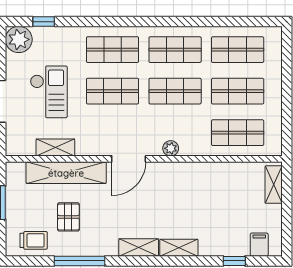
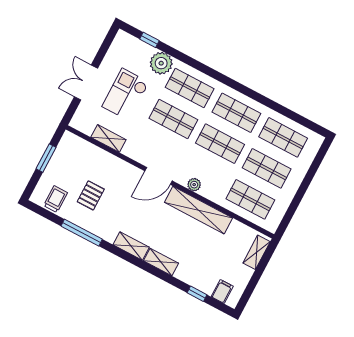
plant: (19, 39) -> (161, 63), moved
checkout: (49, 92) -> (125, 94), turned 180
shelving: (66, 173) -> (198, 210), moved
trolley: (34, 240) -> (56, 199), turned -90

